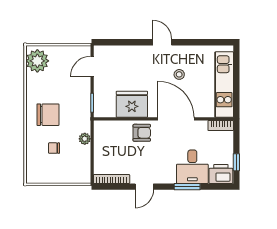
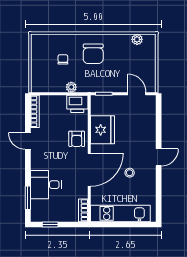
plant: (37, 61) -> (137, 39), width x0.53, depth x0.53
printer: (221, 174) -> (77, 104), moved, turned 90
window: (187, 187) -> (28, 198), moved

